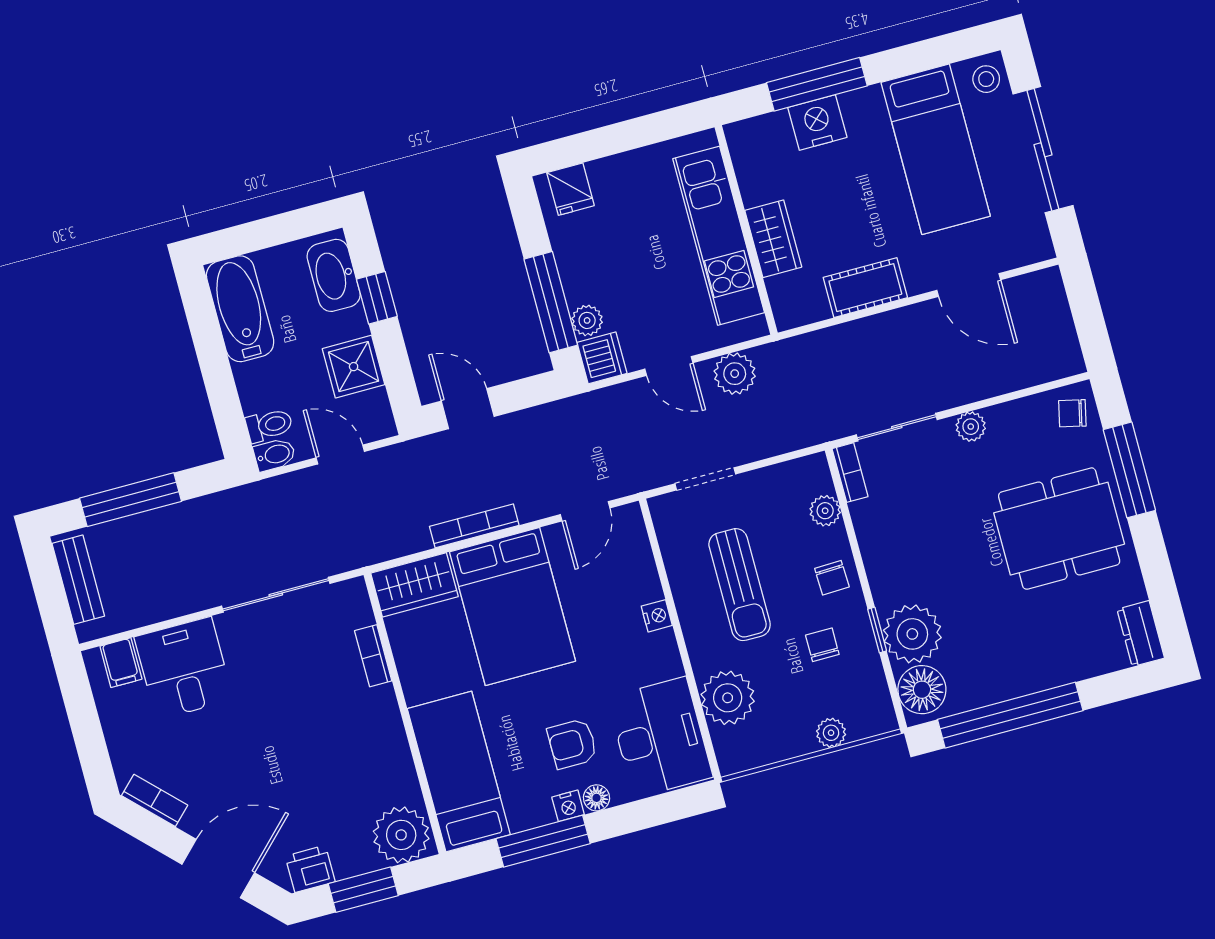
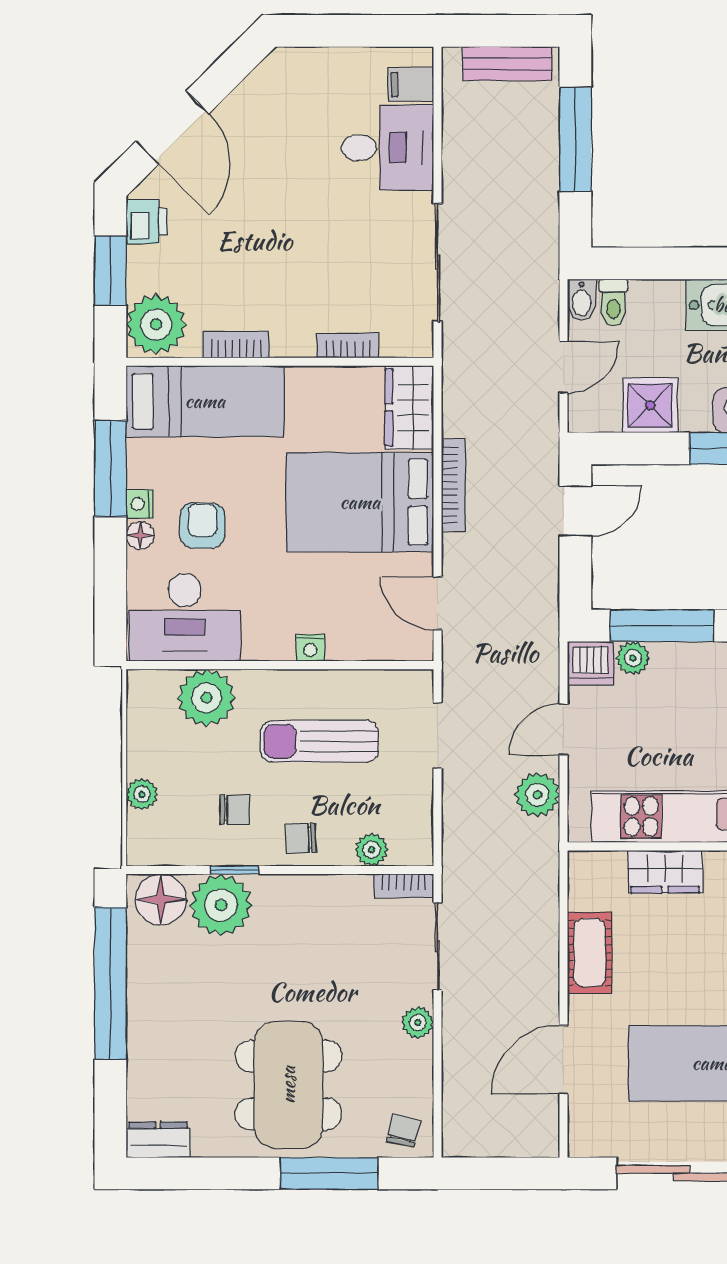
bookcase: (155, 800) -> (236, 345), moved, turned -135

